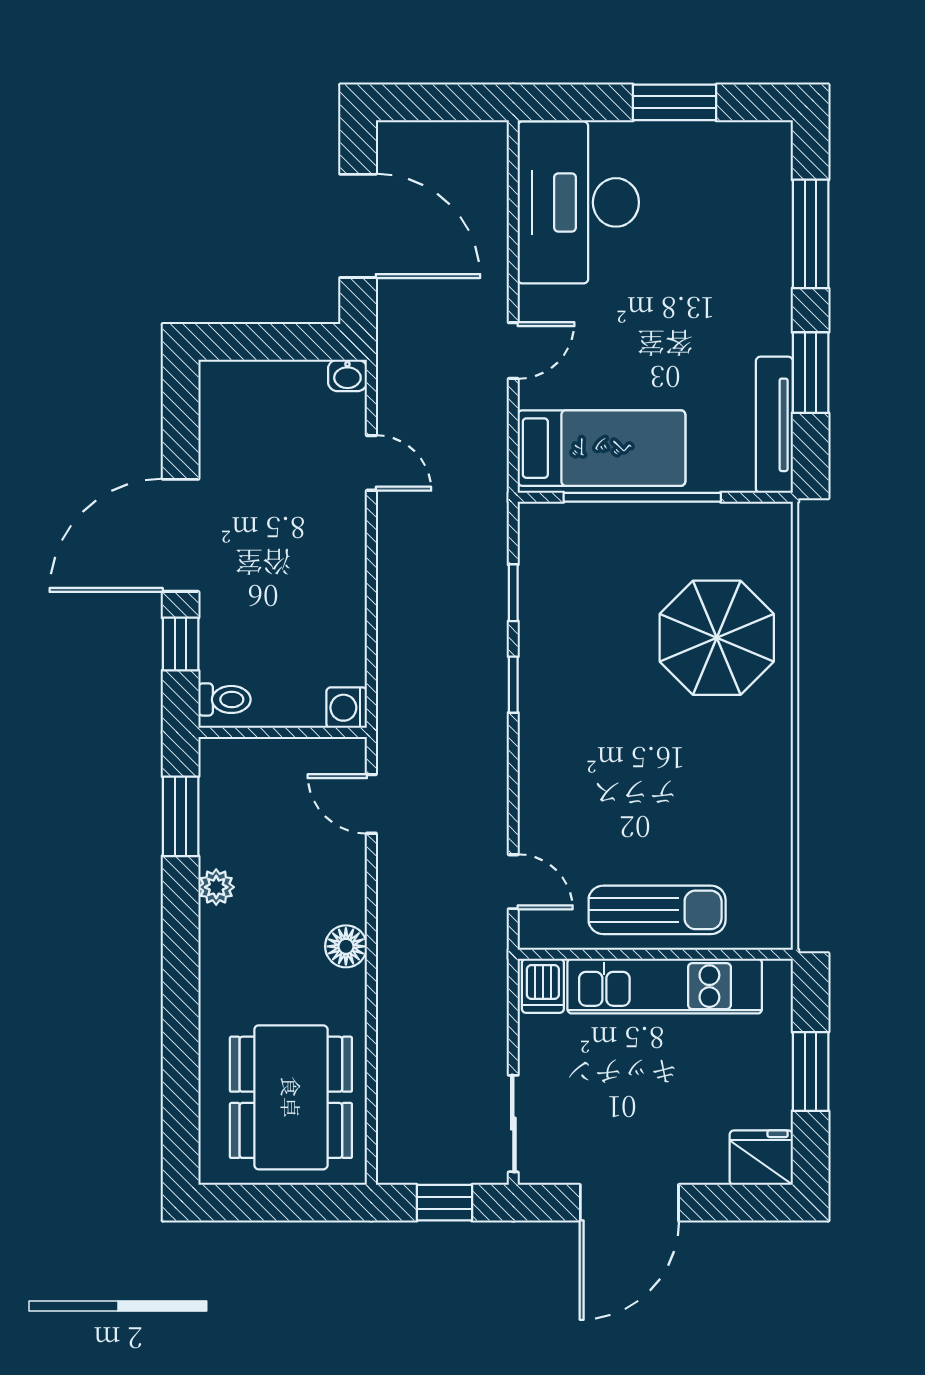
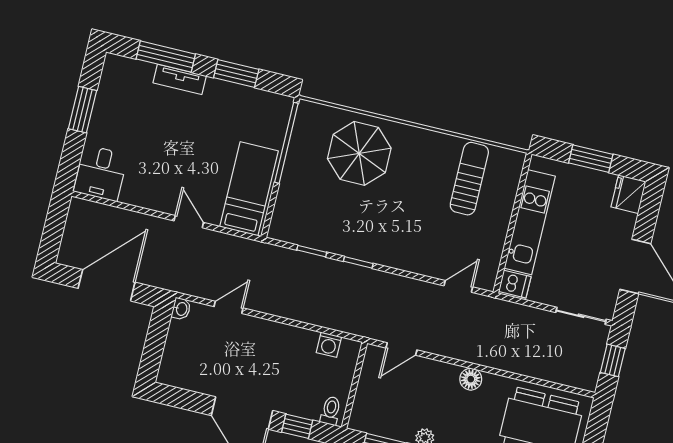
desk: (578, 202) -> (101, 173), width x0.53, depth x0.77
tv unit: (774, 425) -> (180, 79), moved, width x0.71
window: (642, 497) -> (286, 143), moved
washing machine: (347, 708) -> (329, 345), moved
sun lounger: (657, 910) -> (469, 179), moved

